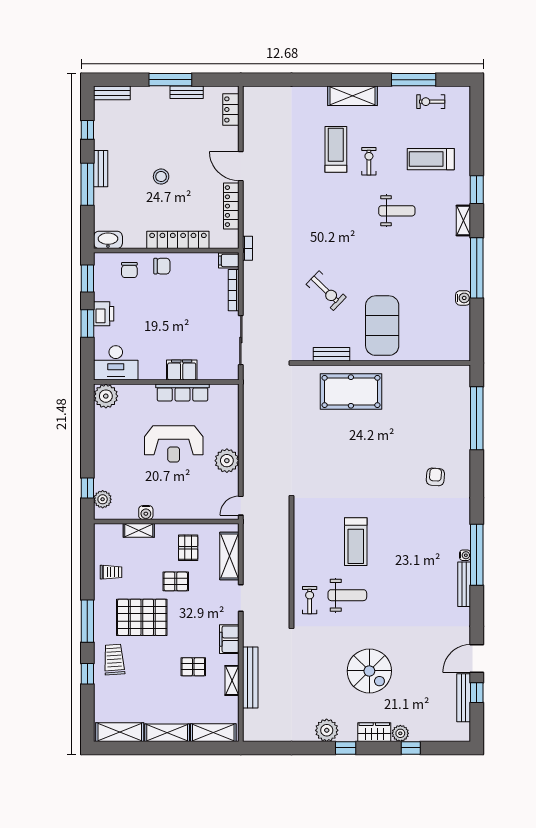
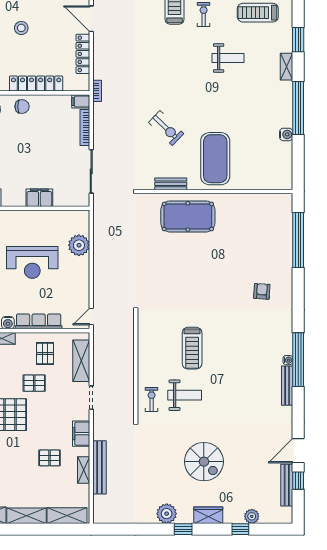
row of seats: (182, 393) -> (39, 321), moved, turned 180
plant: (227, 461) -> (79, 245), moved
plant: (400, 733) -> (252, 516), moved

